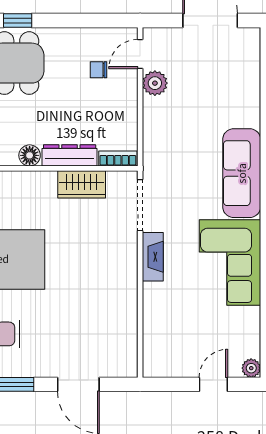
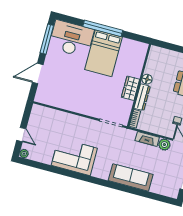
sofa: (242, 173) -> (131, 177), moved
wardrobe: (82, 184) -> (131, 88), moved
fireplace: (153, 257) -> (147, 139), moved

